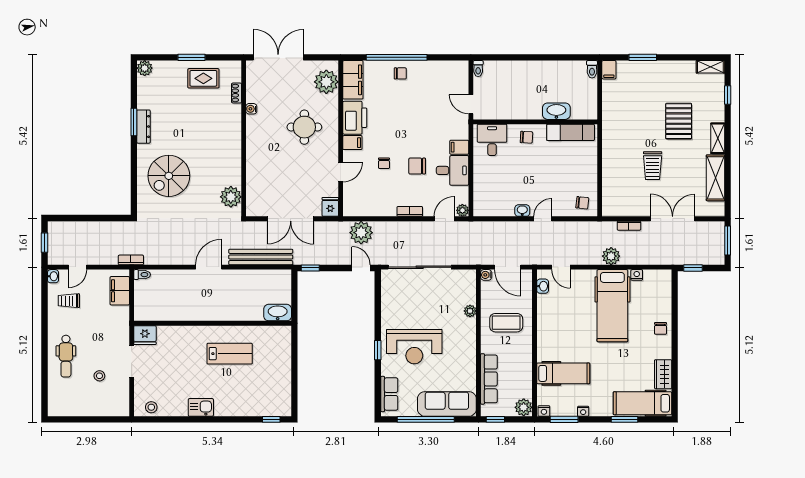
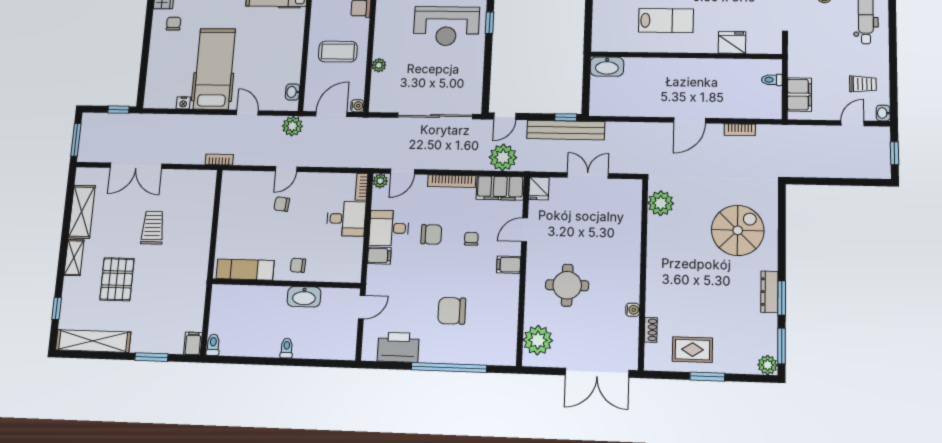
shelving: (710, 67) -> (93, 341), width x2.20, depth x1.33
toilet: (478, 69) -> (287, 348), moved
chair: (400, 73) -> (452, 311), moved, width x1.87, depth x1.87
filing cabinet: (353, 80) -> (500, 188), moved, turned -90
window: (134, 84) -> (782, 346), added
door: (471, 104) -> (362, 307), hinge flipped
washbasin: (556, 111) -> (304, 297), moved
printer: (355, 118) -> (398, 347), moved, turned 90
desk: (492, 140) -> (346, 219), moved, turned -90
chair: (582, 203) -> (282, 204), moved
bookcase: (478, 205) -> (362, 187), added
bookcase: (410, 211) -> (452, 181), width x1.56
washbasin: (522, 211) -> (310, 179), removed
double door: (291, 219) -> (588, 175), width x0.73
bookcase: (629, 226) -> (219, 160), moved
plant: (611, 256) -> (292, 126), moved
bench: (261, 257) -> (566, 130), moved
bookcase: (131, 260) -> (740, 130), moved
door: (508, 267) -> (331, 114), hinge flipped
door: (561, 267) -> (247, 113), moved
door: (361, 268) -> (505, 116), hinge flipped
toilet: (142, 275) -> (772, 80), moved
chair: (661, 328) -> (174, 24), moved
fridge: (145, 335) -> (732, 42), moved
reception desk: (414, 347) -> (446, 26), turned 180
lab bench: (230, 354) -> (666, 21), turned 180

